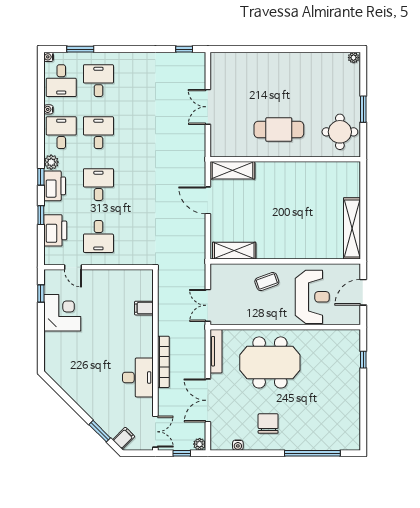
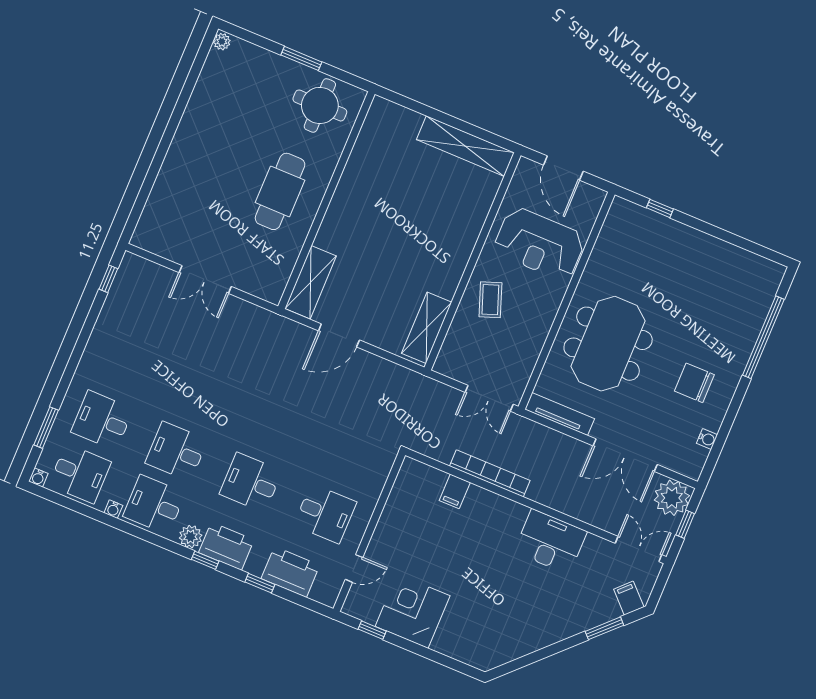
reception desk: (312, 297) -> (539, 244), turned 180
bookcase: (163, 362) -> (490, 473), moved
plant: (200, 444) -> (672, 498), width x1.87, depth x1.87

